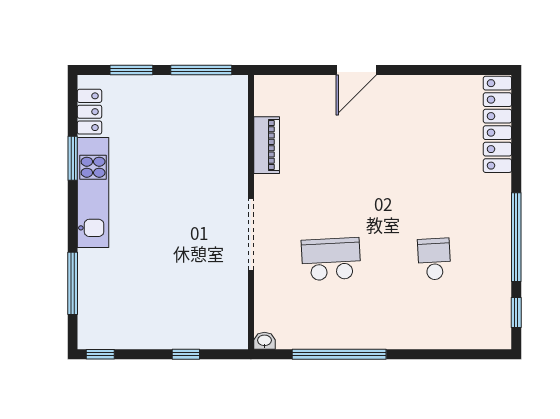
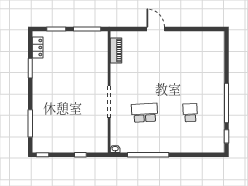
door: (356, 70) -> (156, 29), swing flipped
locker: (497, 124) -> (218, 53), removed
piano: (267, 145) -> (116, 51), moved
kitchen unit: (93, 193) -> (39, 83), removed

